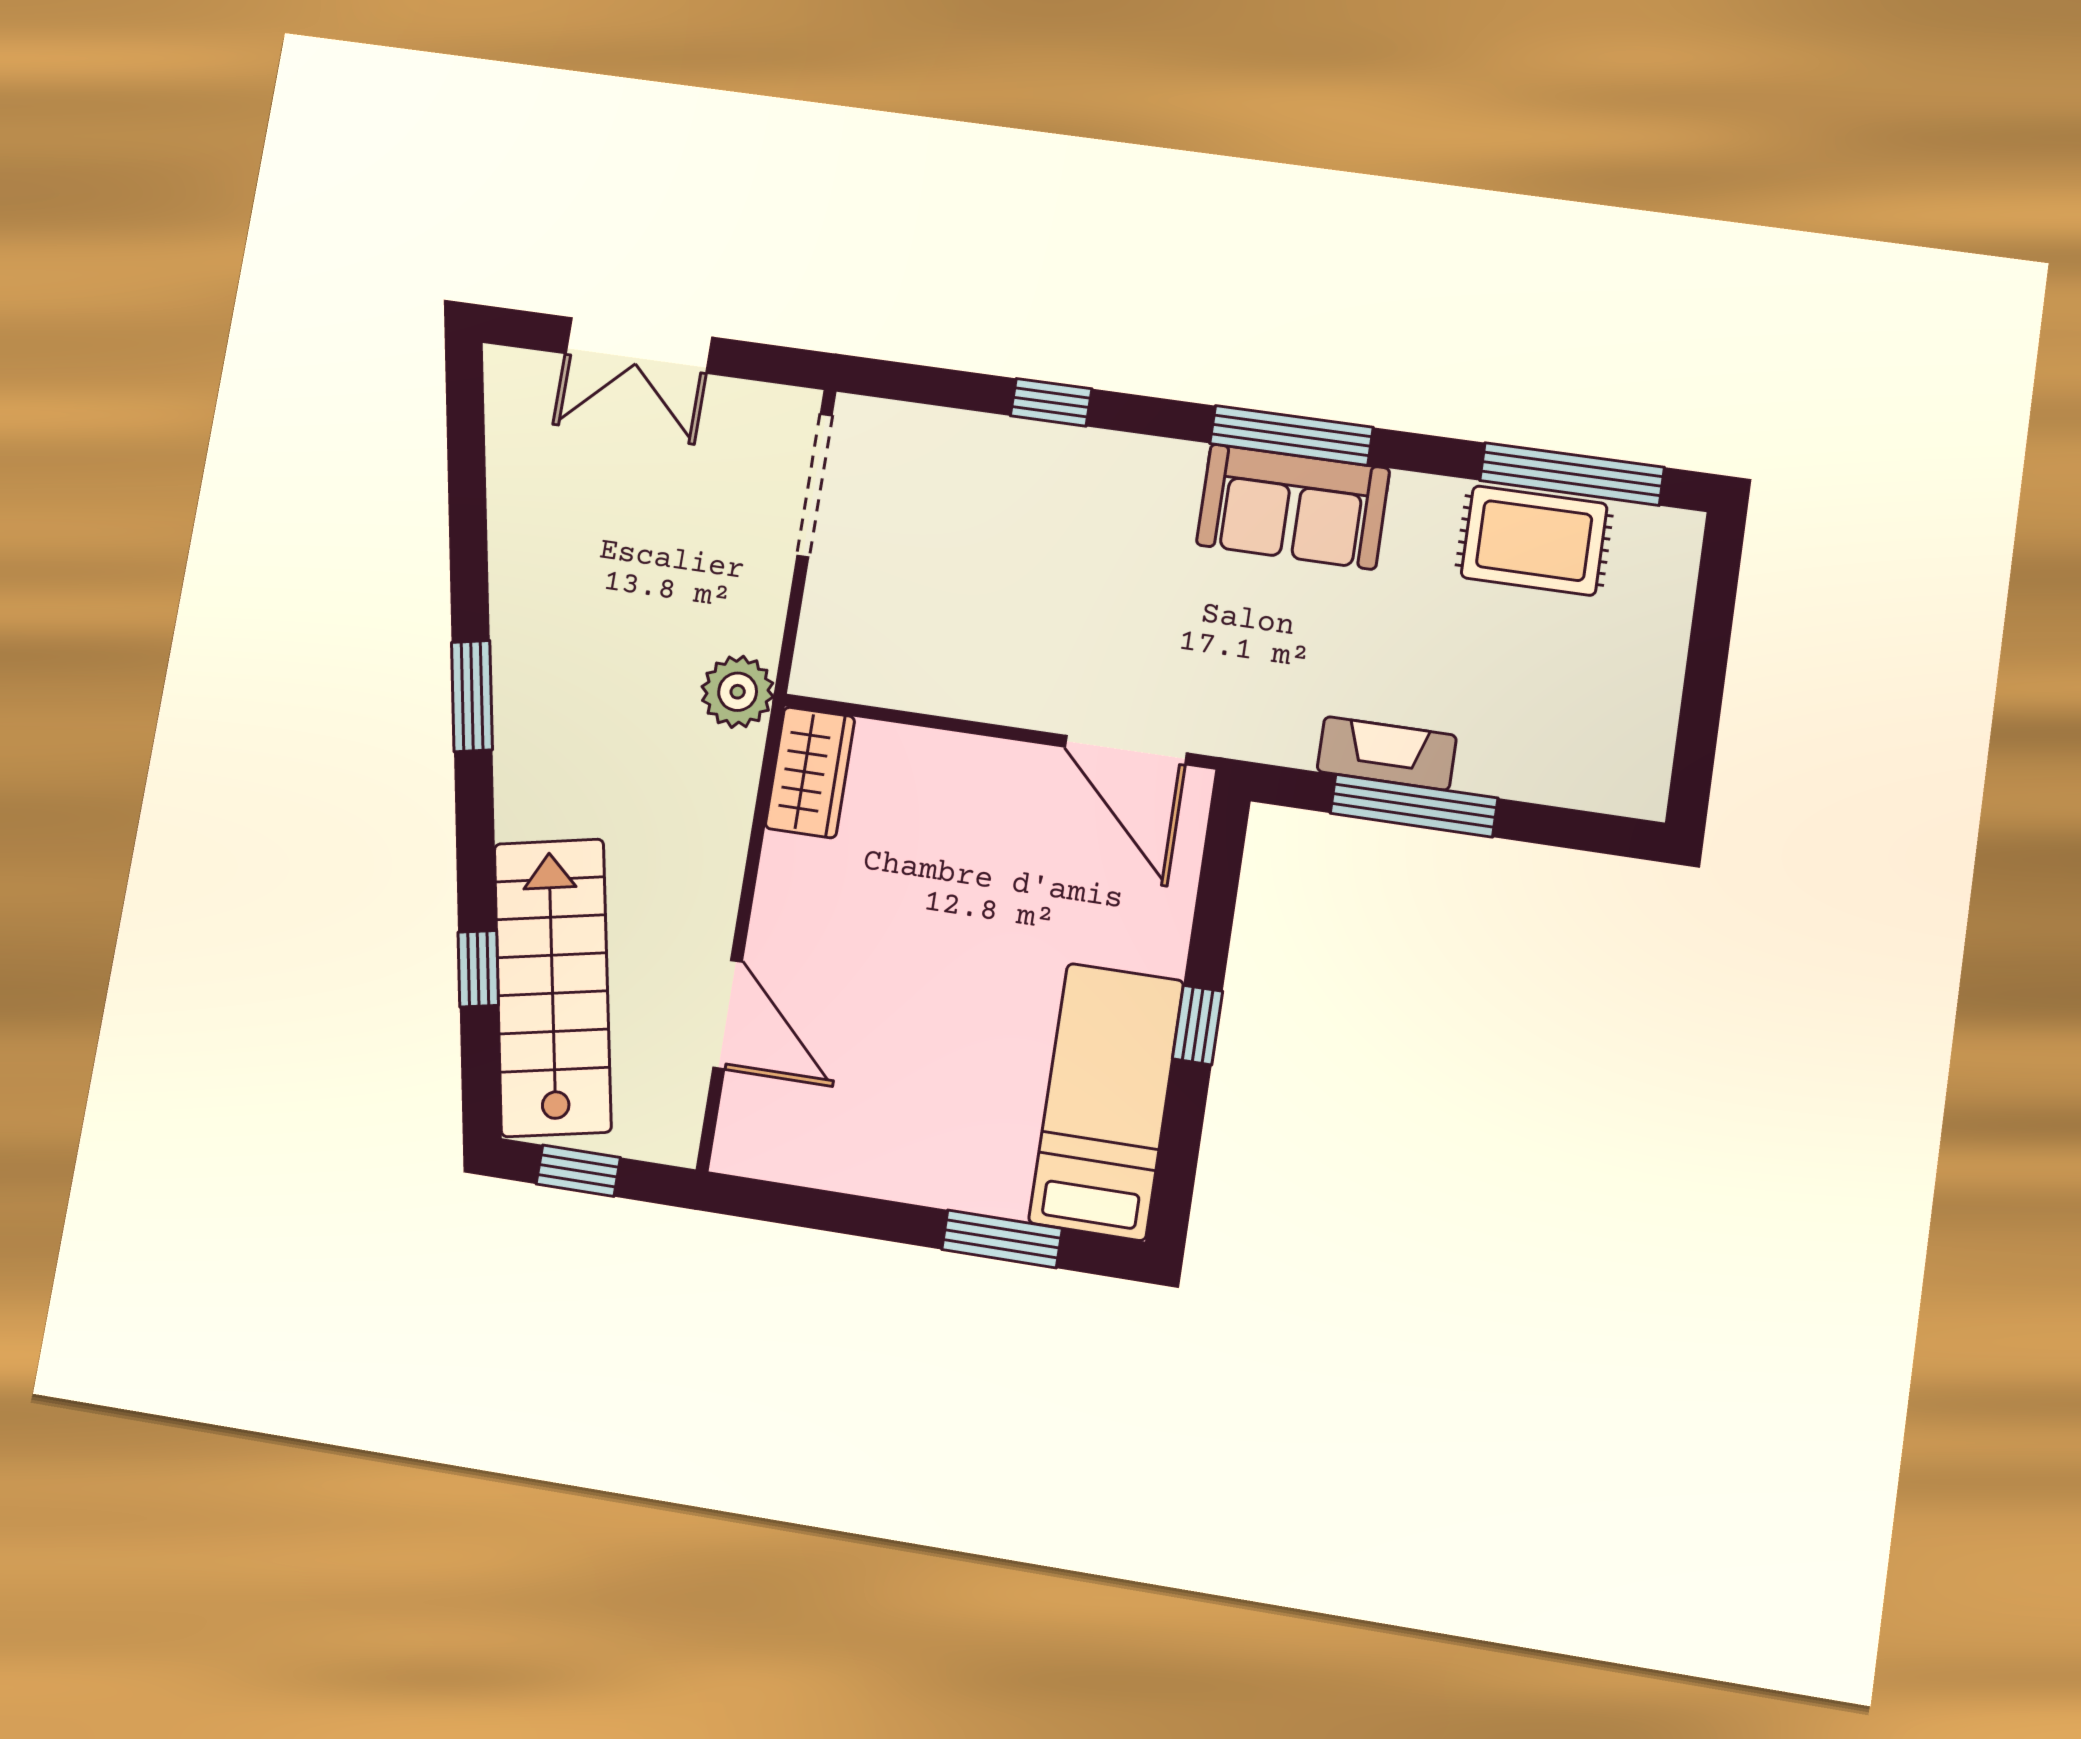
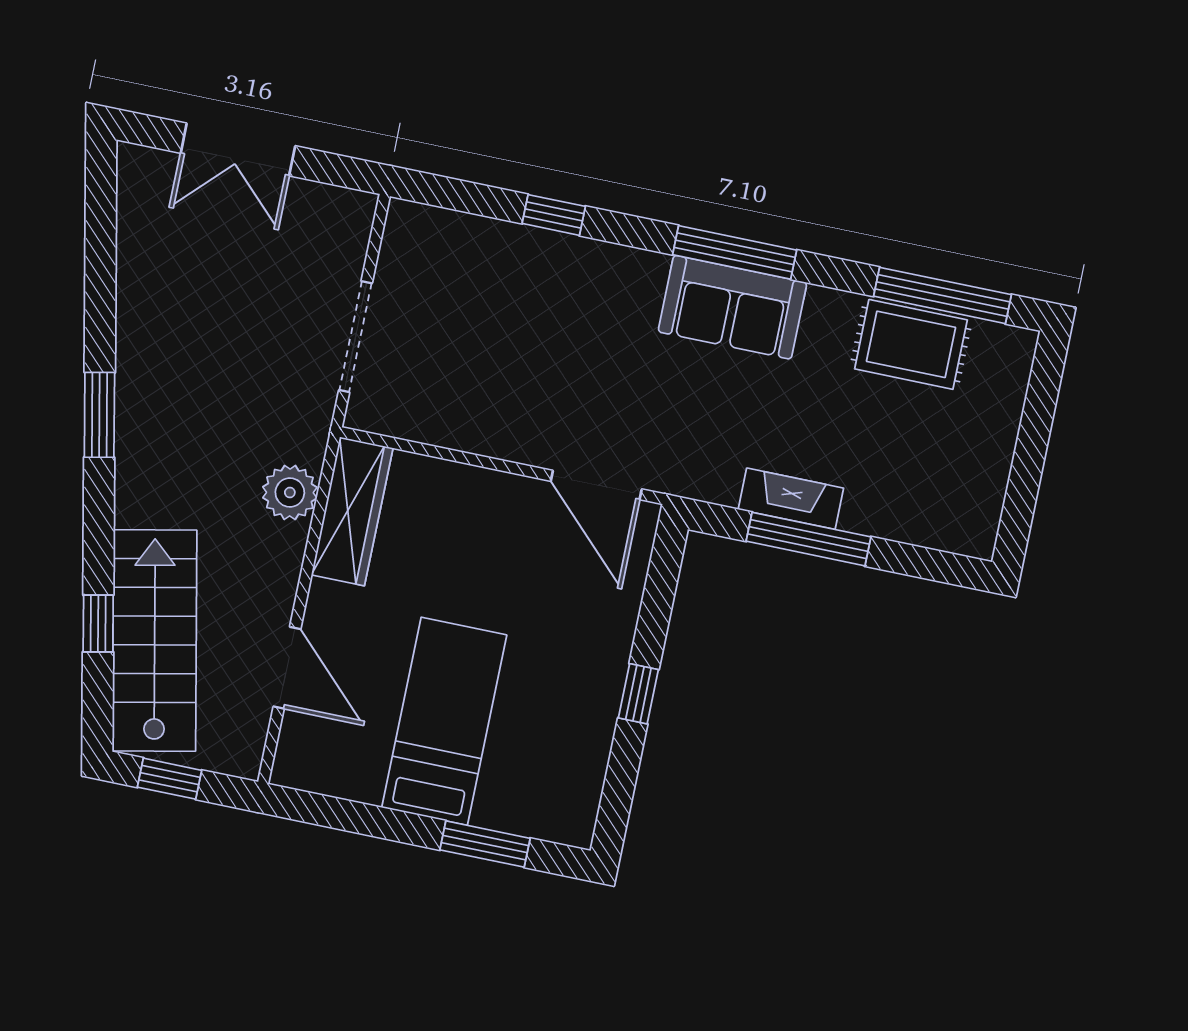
doorway: (815, 485) -> (355, 337), moved
plant: (738, 692) -> (290, 492), moved
wardrobe: (810, 772) -> (352, 511), width x1.50
bed: (1106, 1101) -> (444, 721), moved

